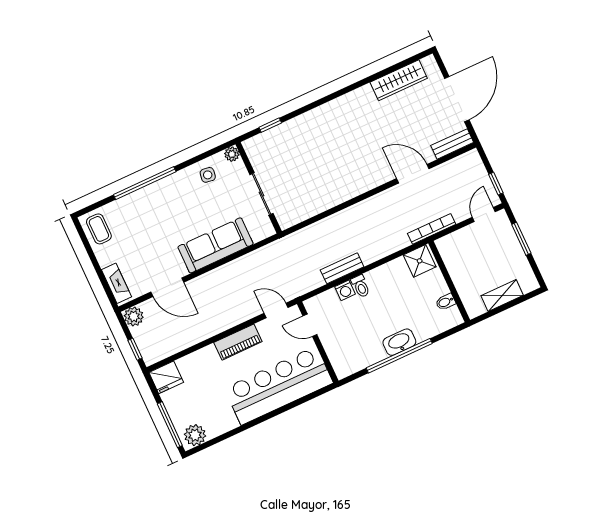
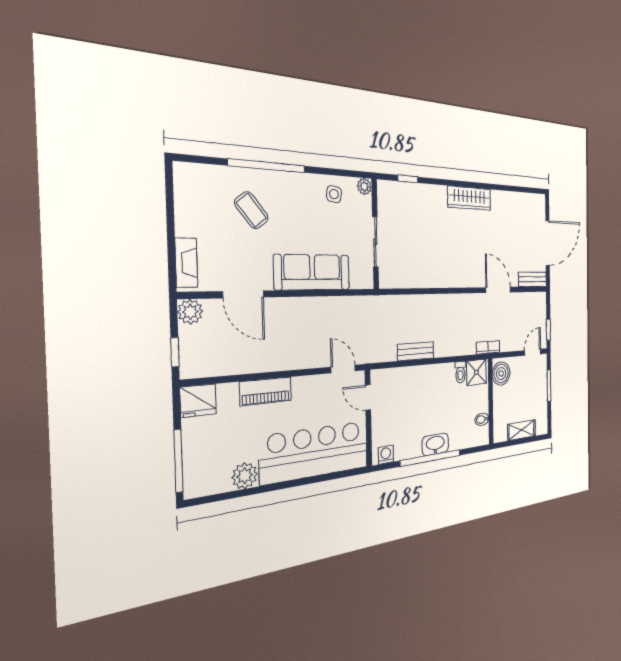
wardrobe: (399, 80) -> (469, 198), moved
coffee table: (99, 229) -> (251, 210), moved, turned -39
bookcase: (432, 229) -> (488, 347), width x0.64
boiler: (451, 251) -> (501, 374), added
toilet: (361, 286) -> (460, 372), moved
washing machine: (345, 290) -> (386, 455), moved, turned 180
piano: (238, 342) -> (266, 391), moved
plant: (195, 435) -> (245, 476), moved

